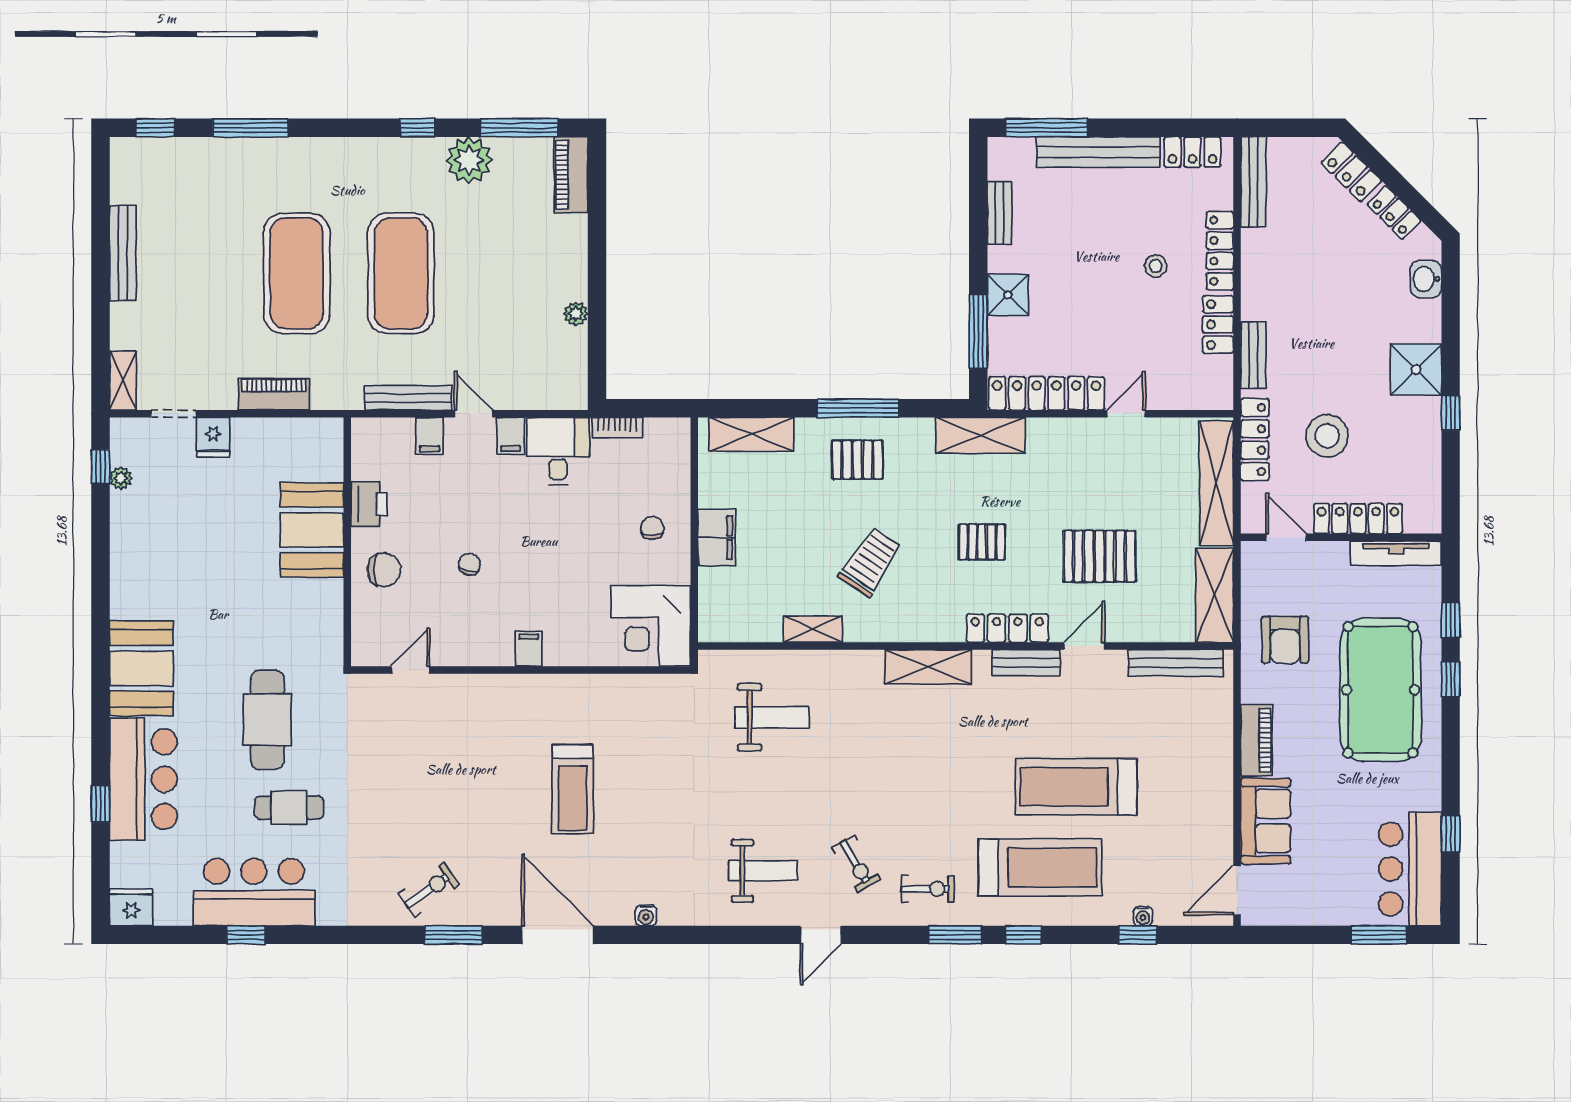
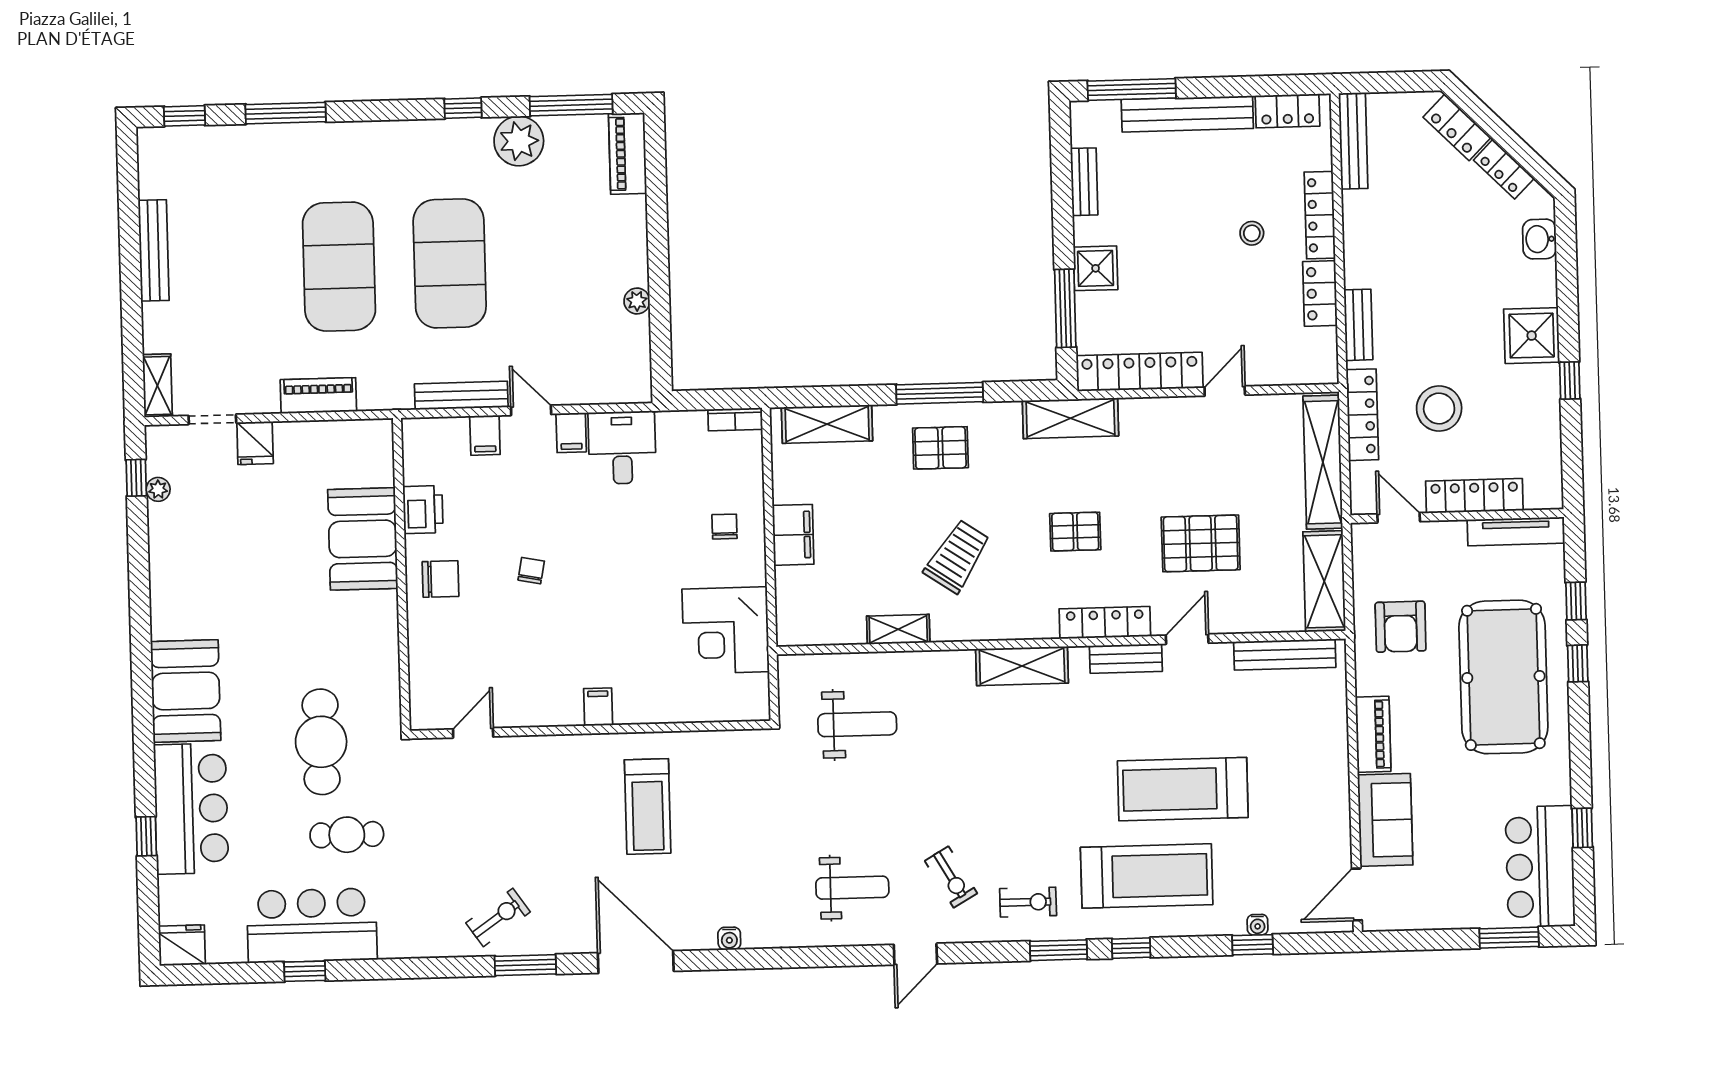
bookcase: (617, 427) -> (735, 419), moved
filing cabinet: (529, 649) -> (598, 707), moved
door: (410, 670) -> (473, 733), moved
wall: (521, 670) -> (590, 730), moved

